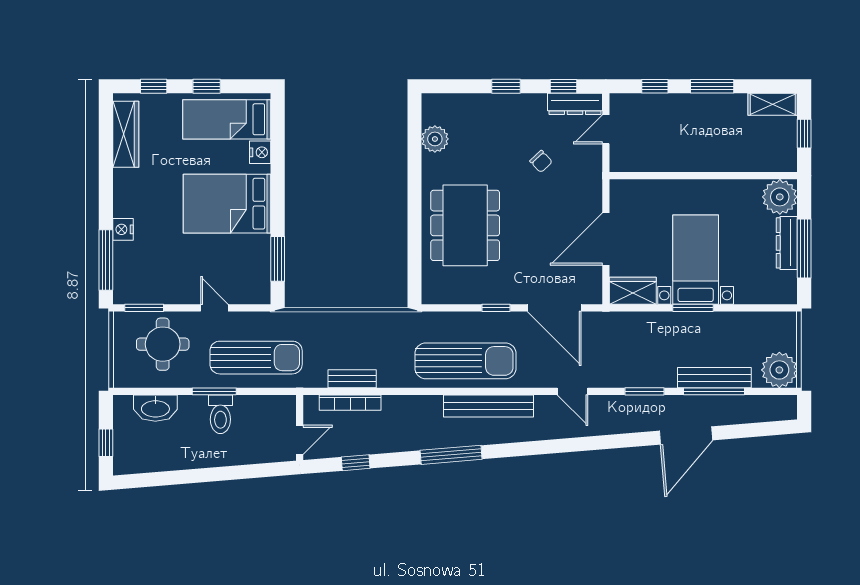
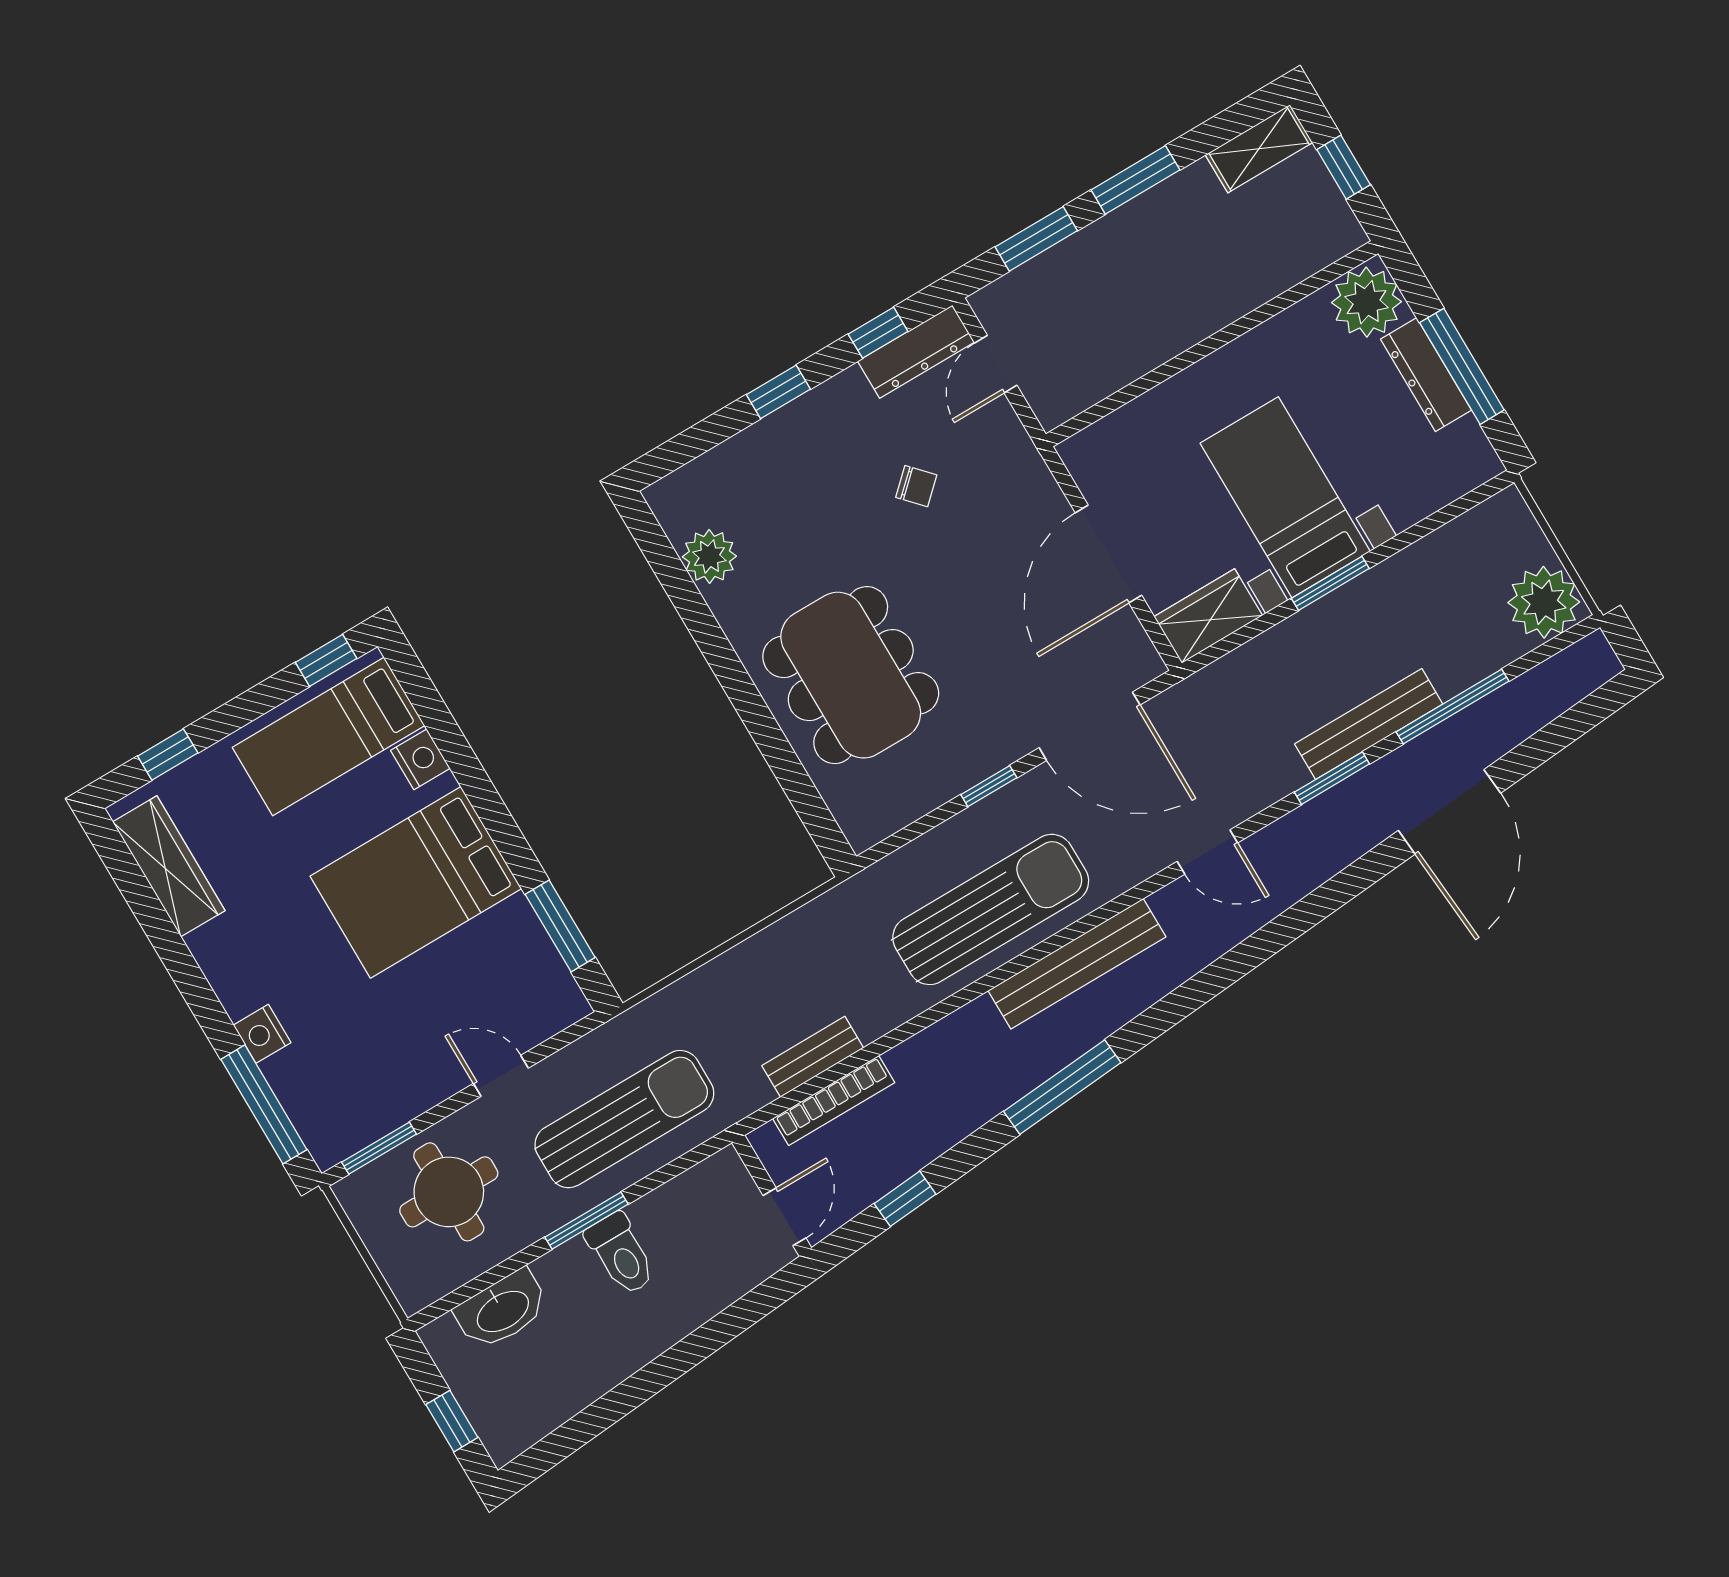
window: (207, 86) -> (326, 660), moved
window: (655, 86) -> (1036, 239), width x1.50
bench: (714, 378) -> (1369, 724), moved

